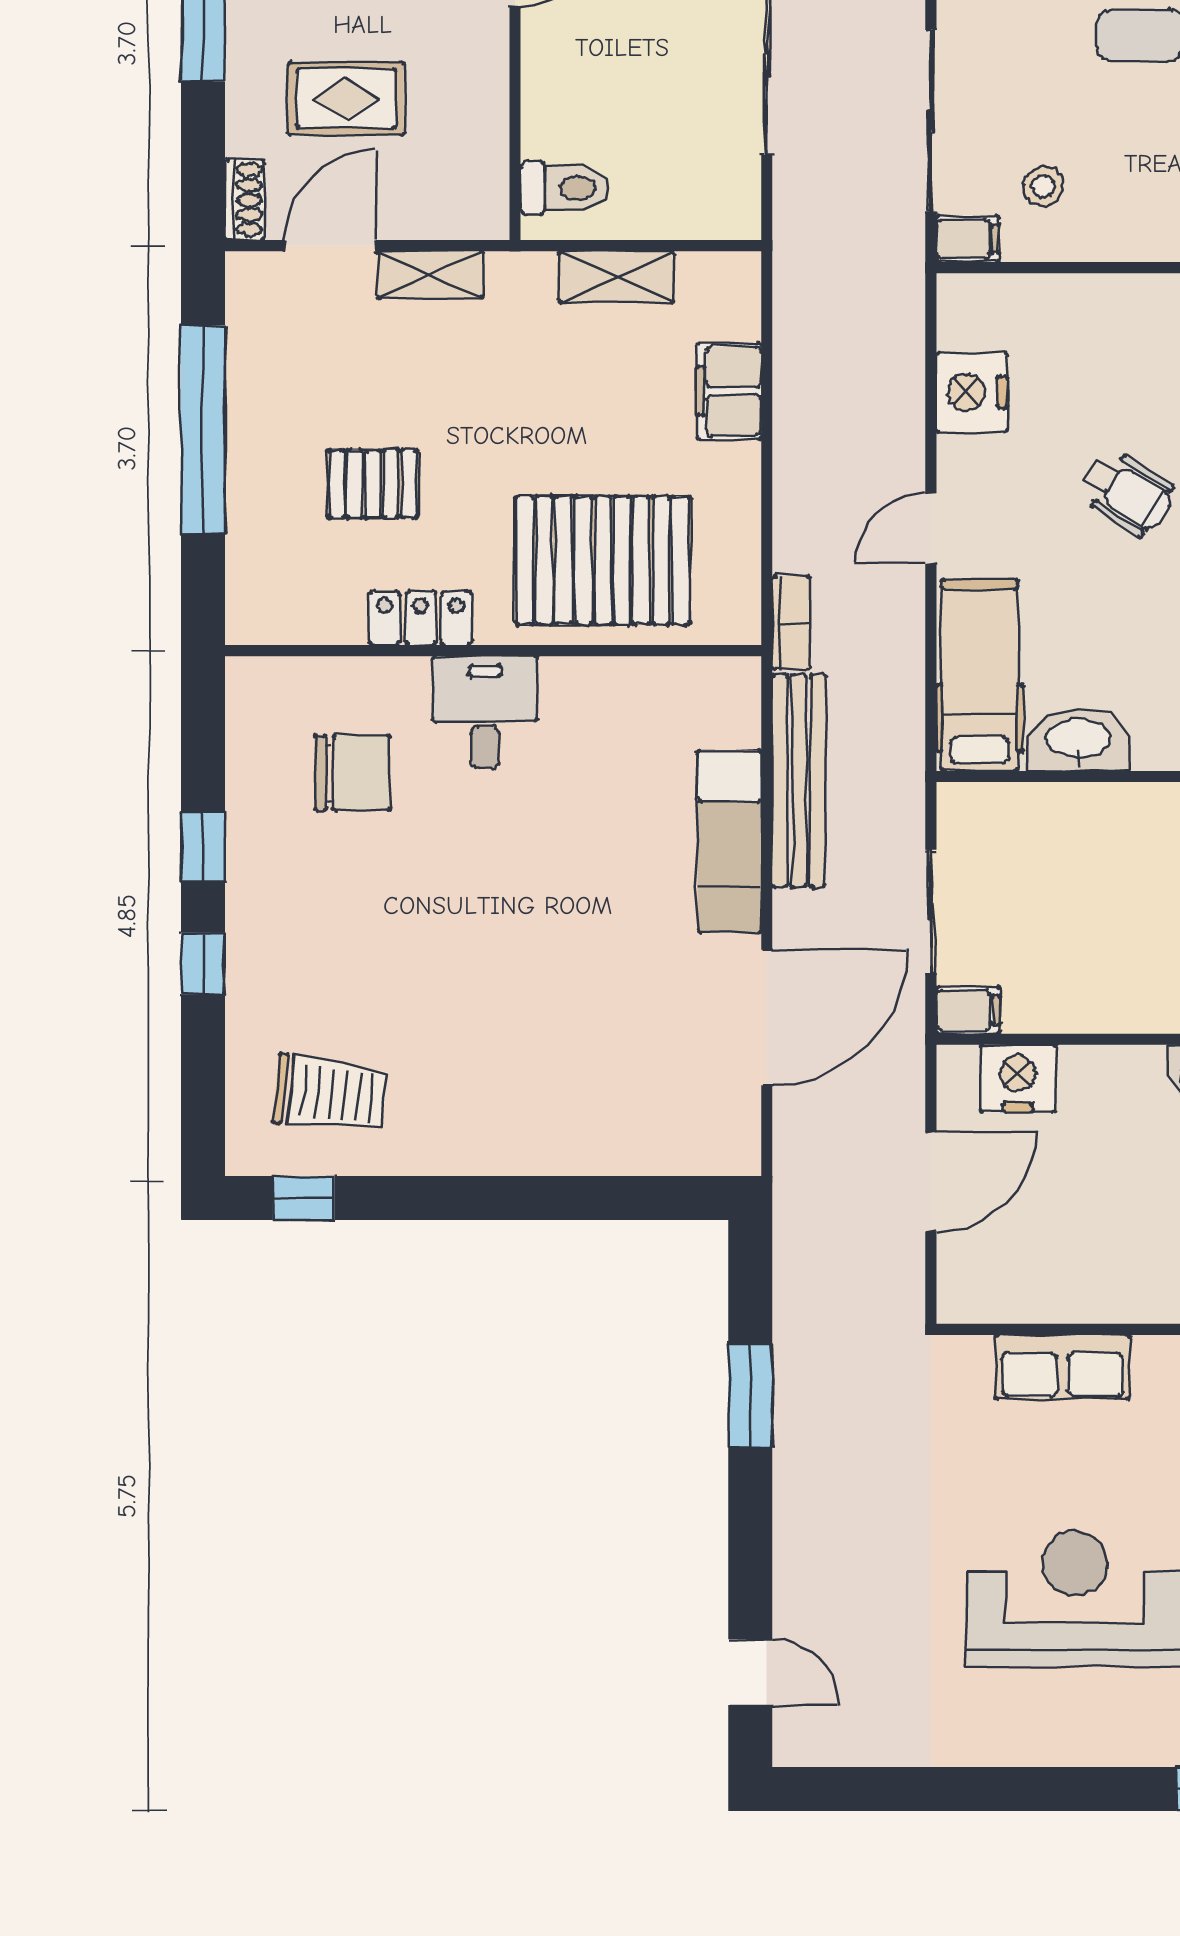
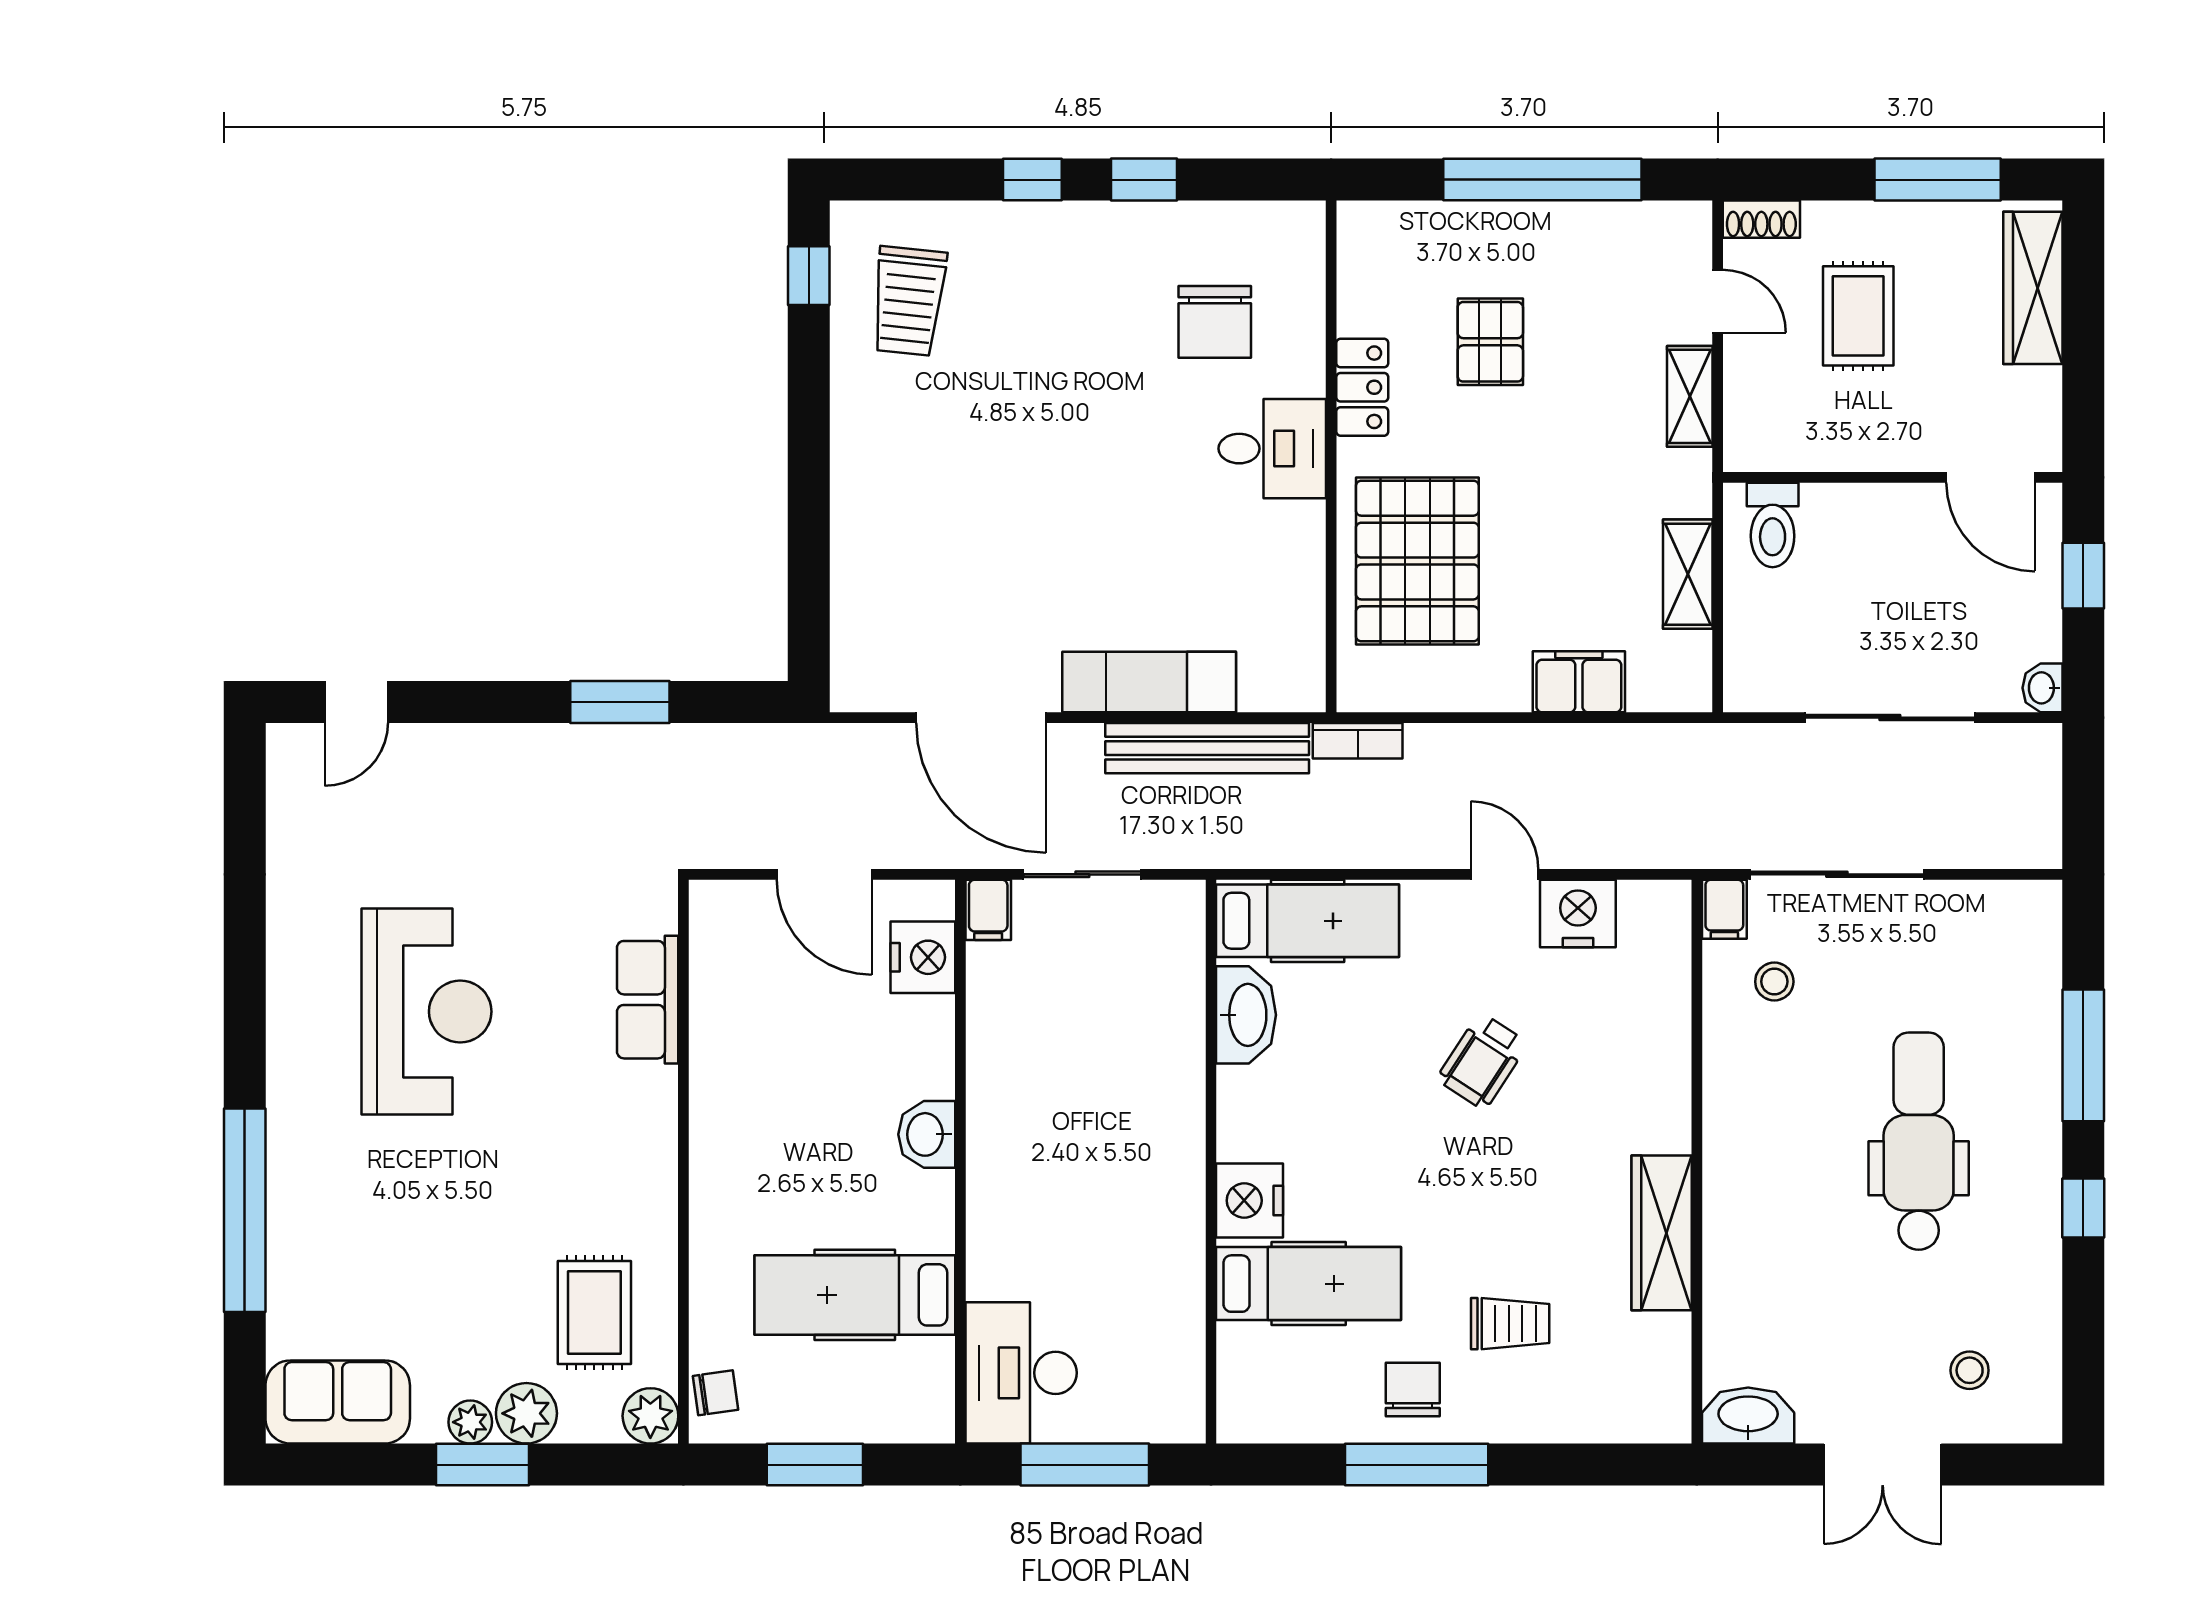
door: (330, 246) -> (1718, 301), width x0.73
door: (931, 529) -> (1505, 874), moved

